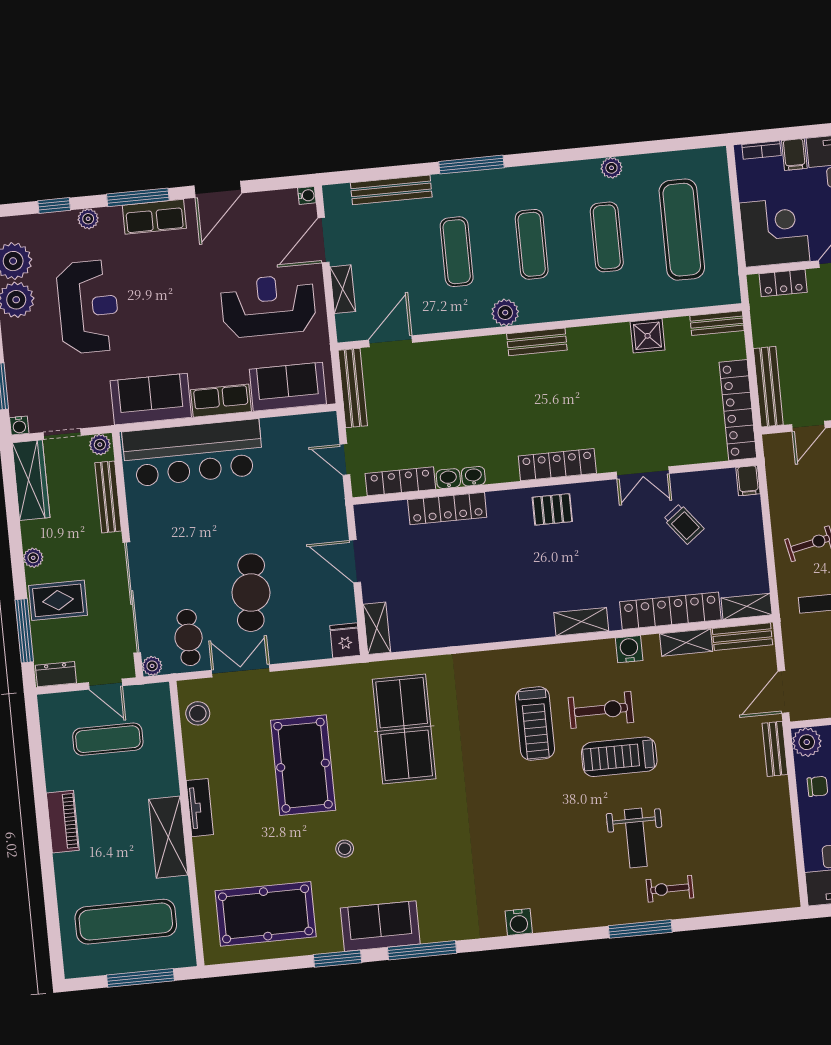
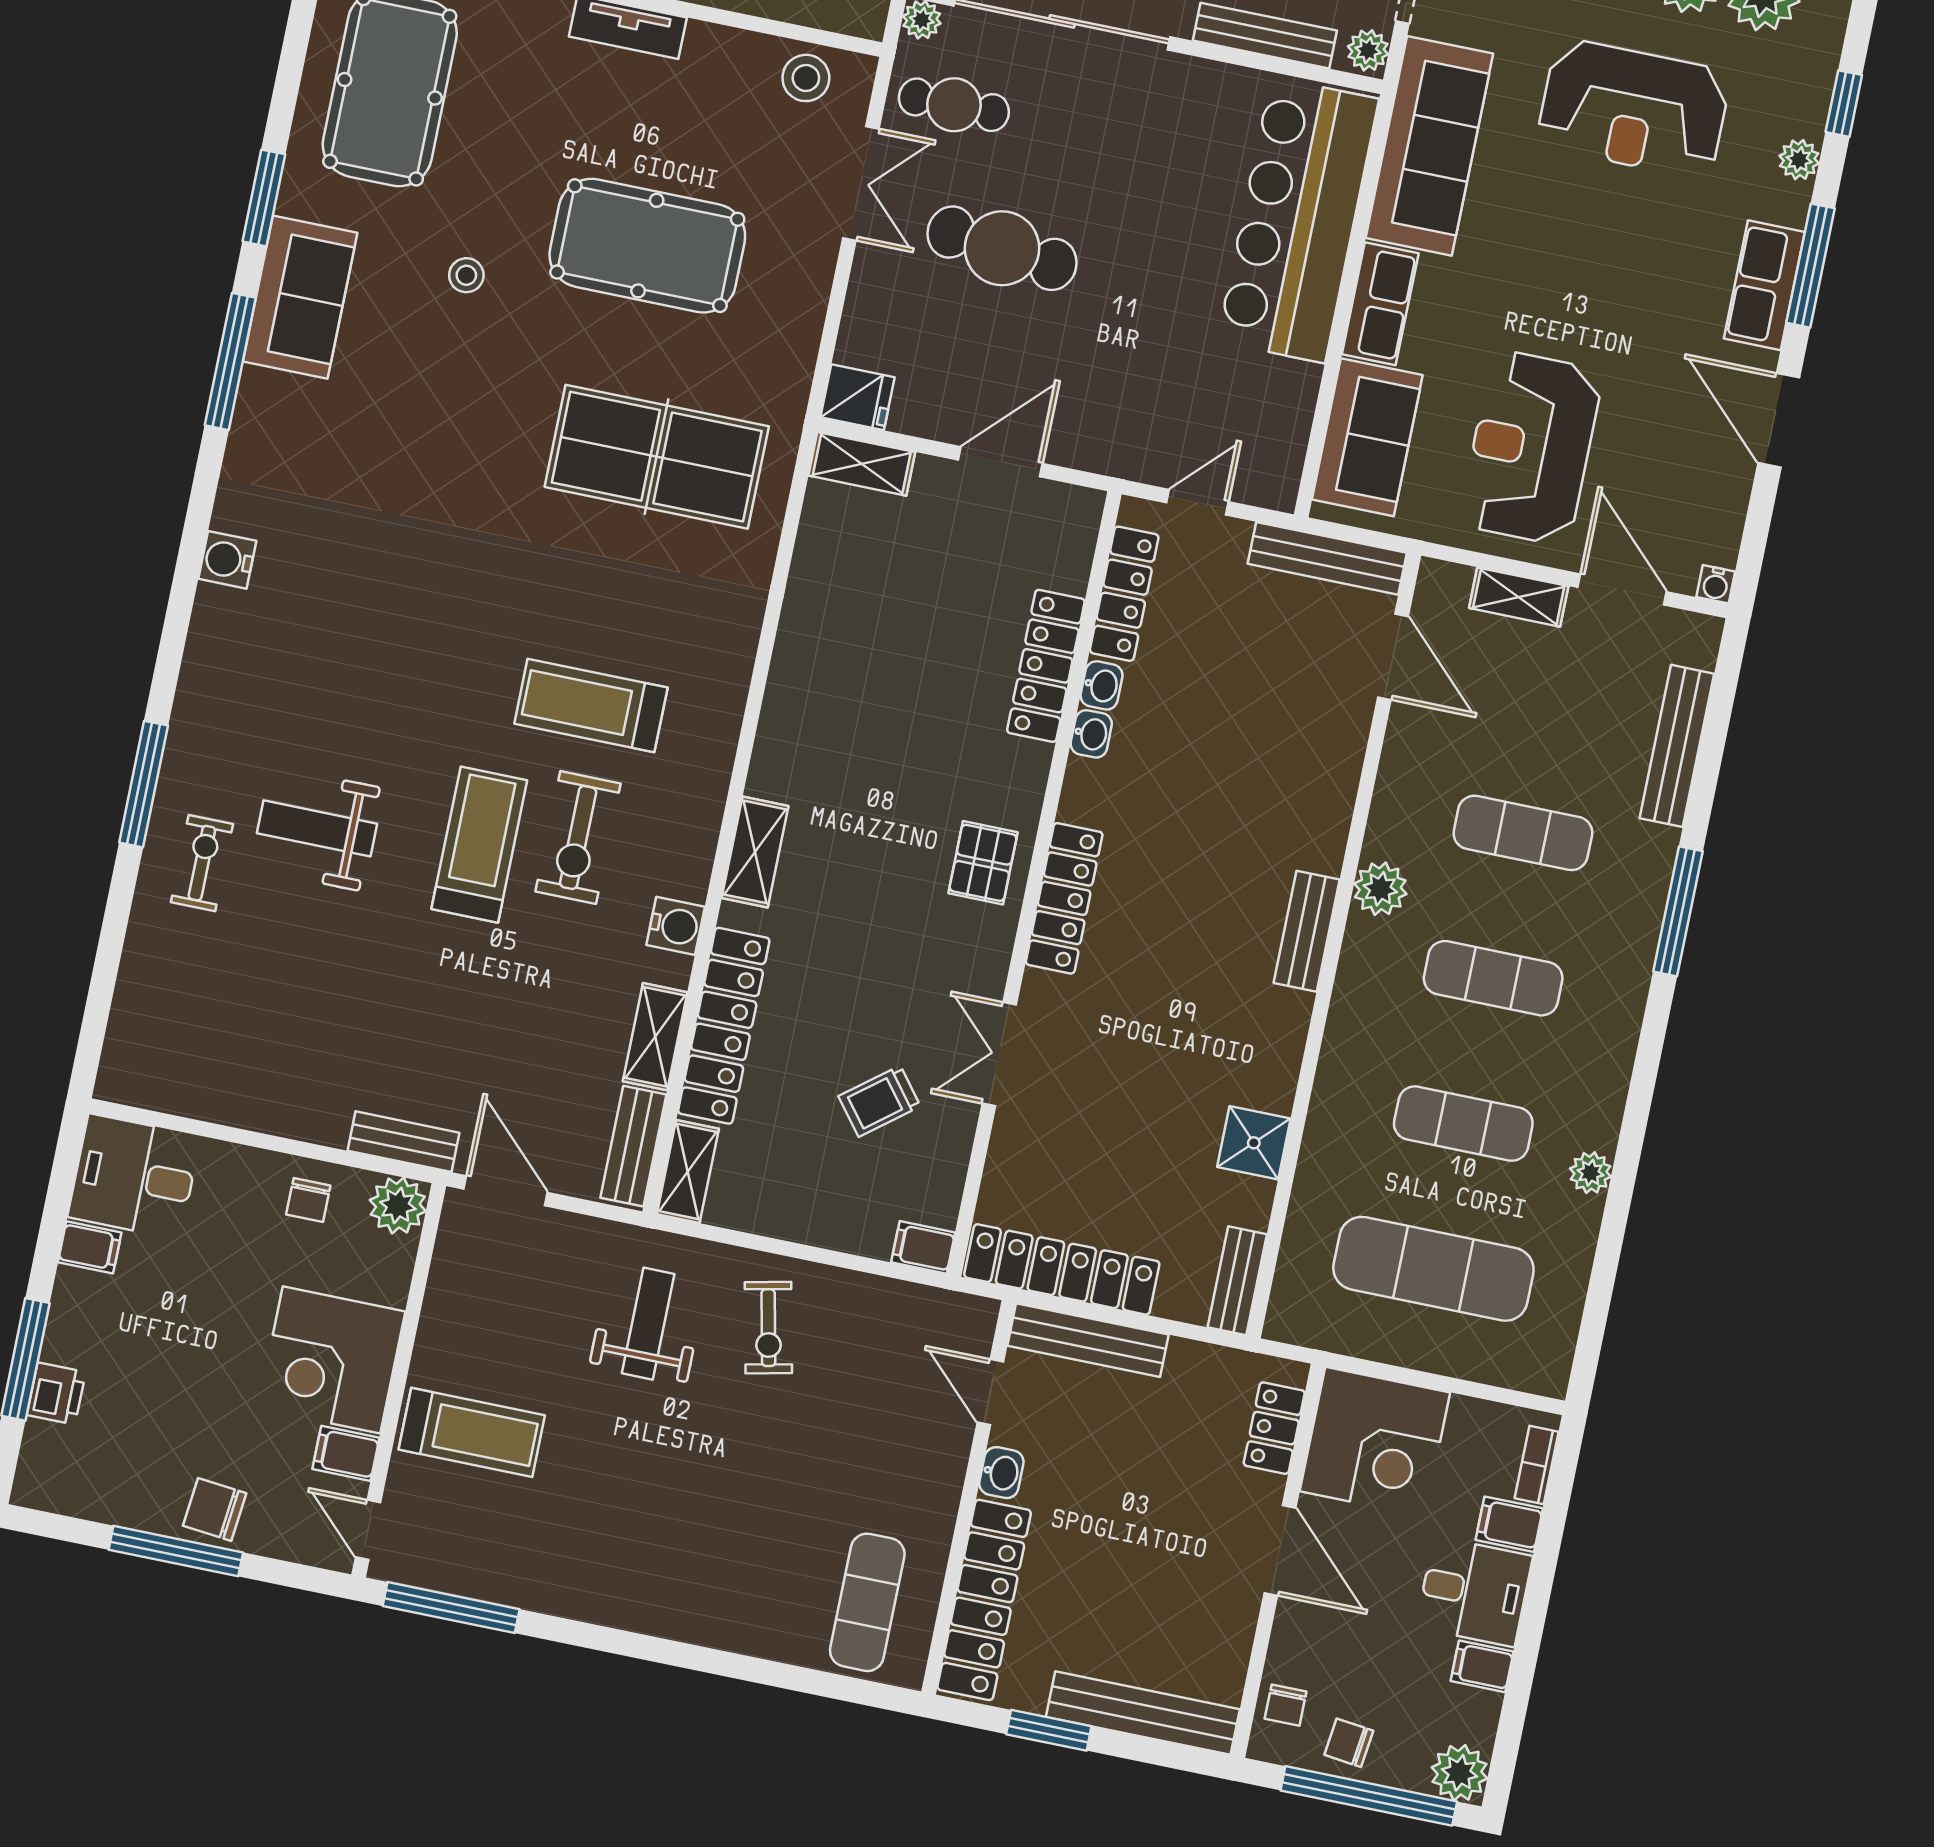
reception desk: (268, 306) -> (1531, 448), turned 180
sofa: (151, 399) -> (1429, 146), width x1.36

